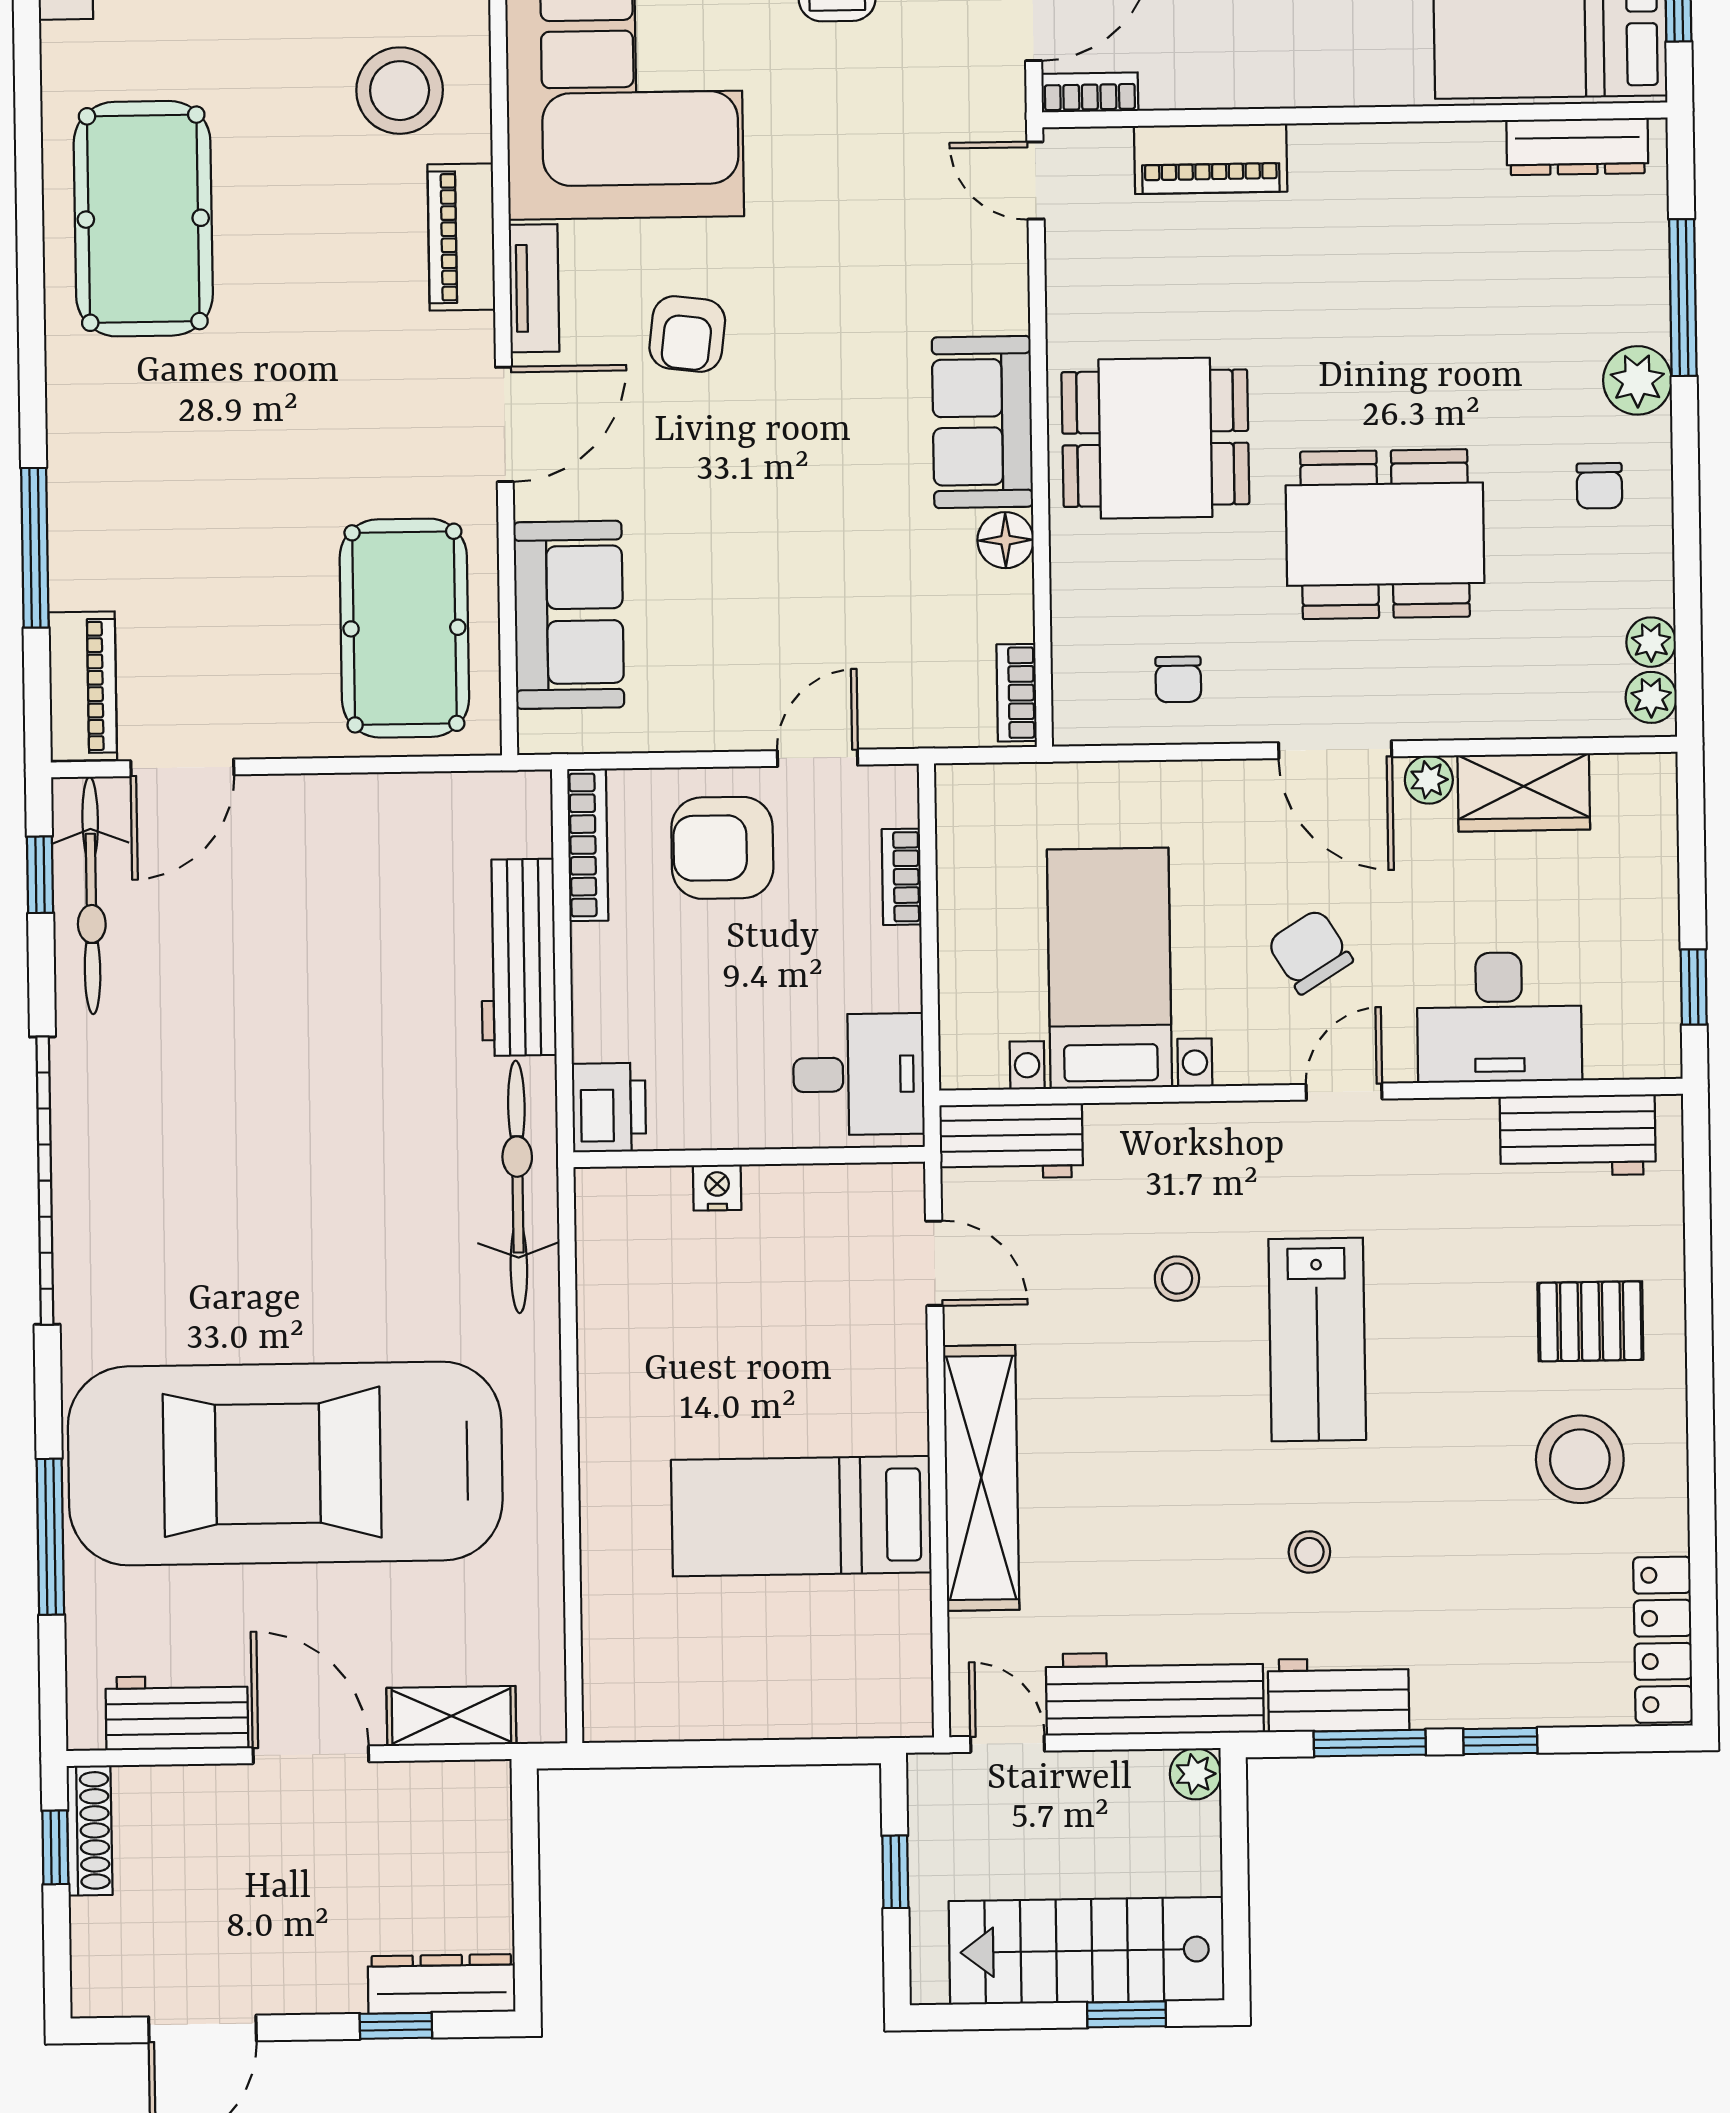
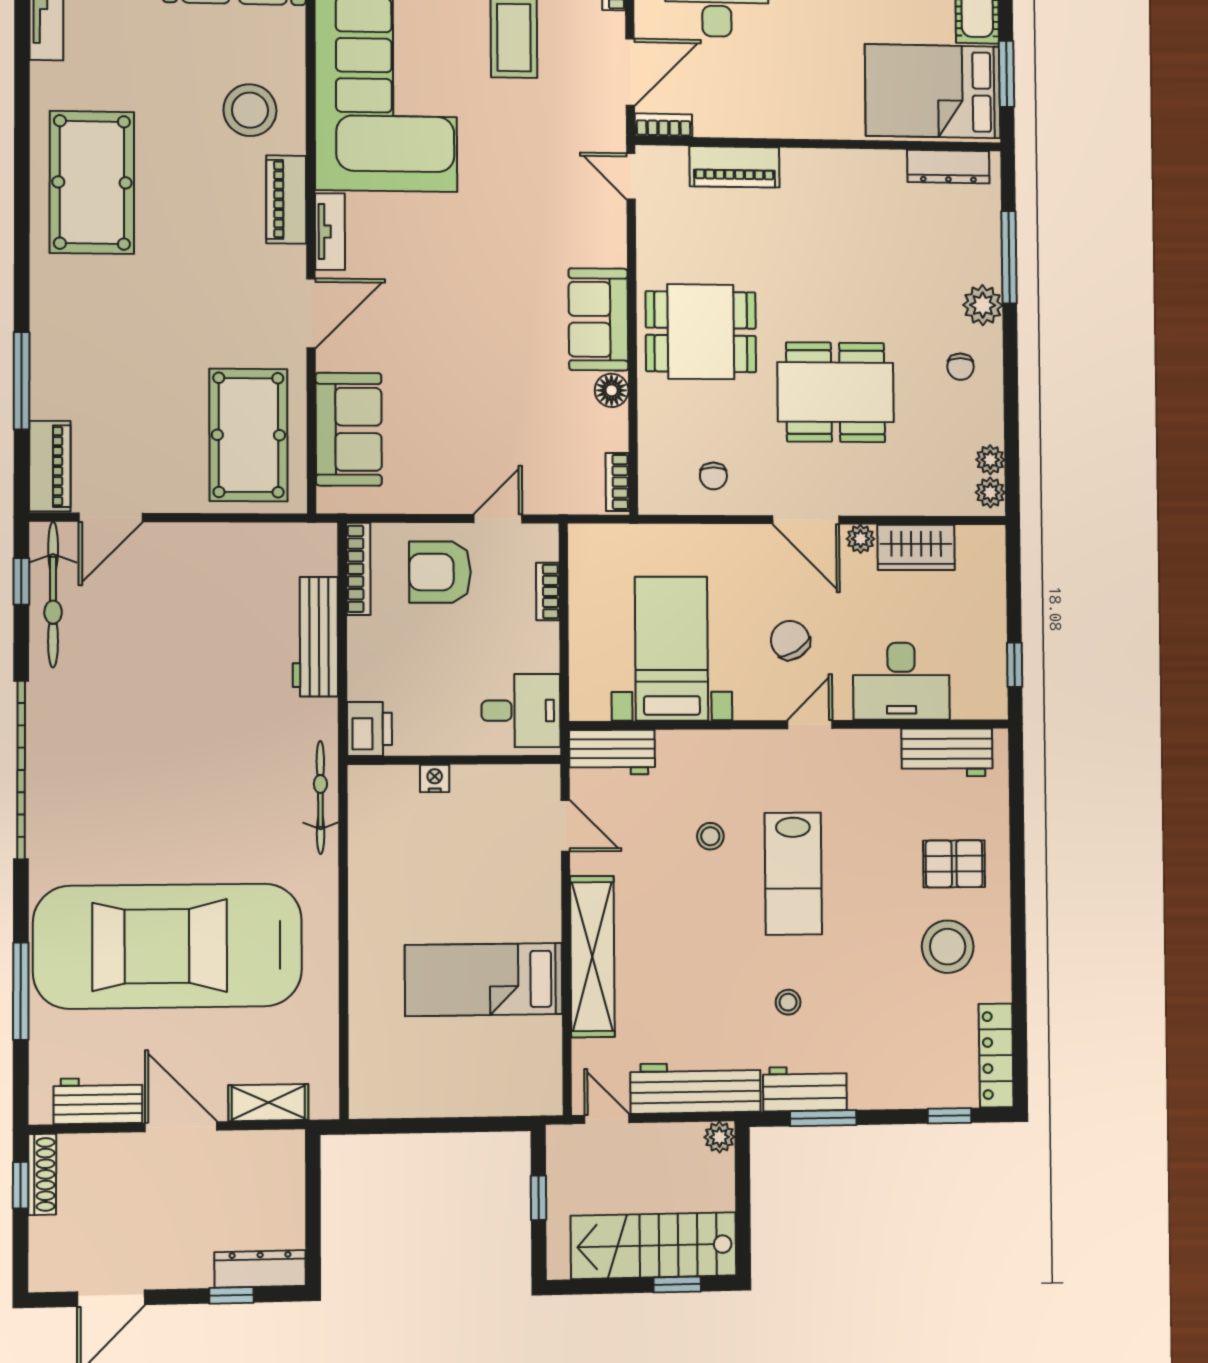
armchair: (687, 334) -> (422, 262), removed
bicycle: (518, 1187) -> (320, 798), width x0.73, depth x0.71
window: (1500, 1741) -> (950, 1116), moved

